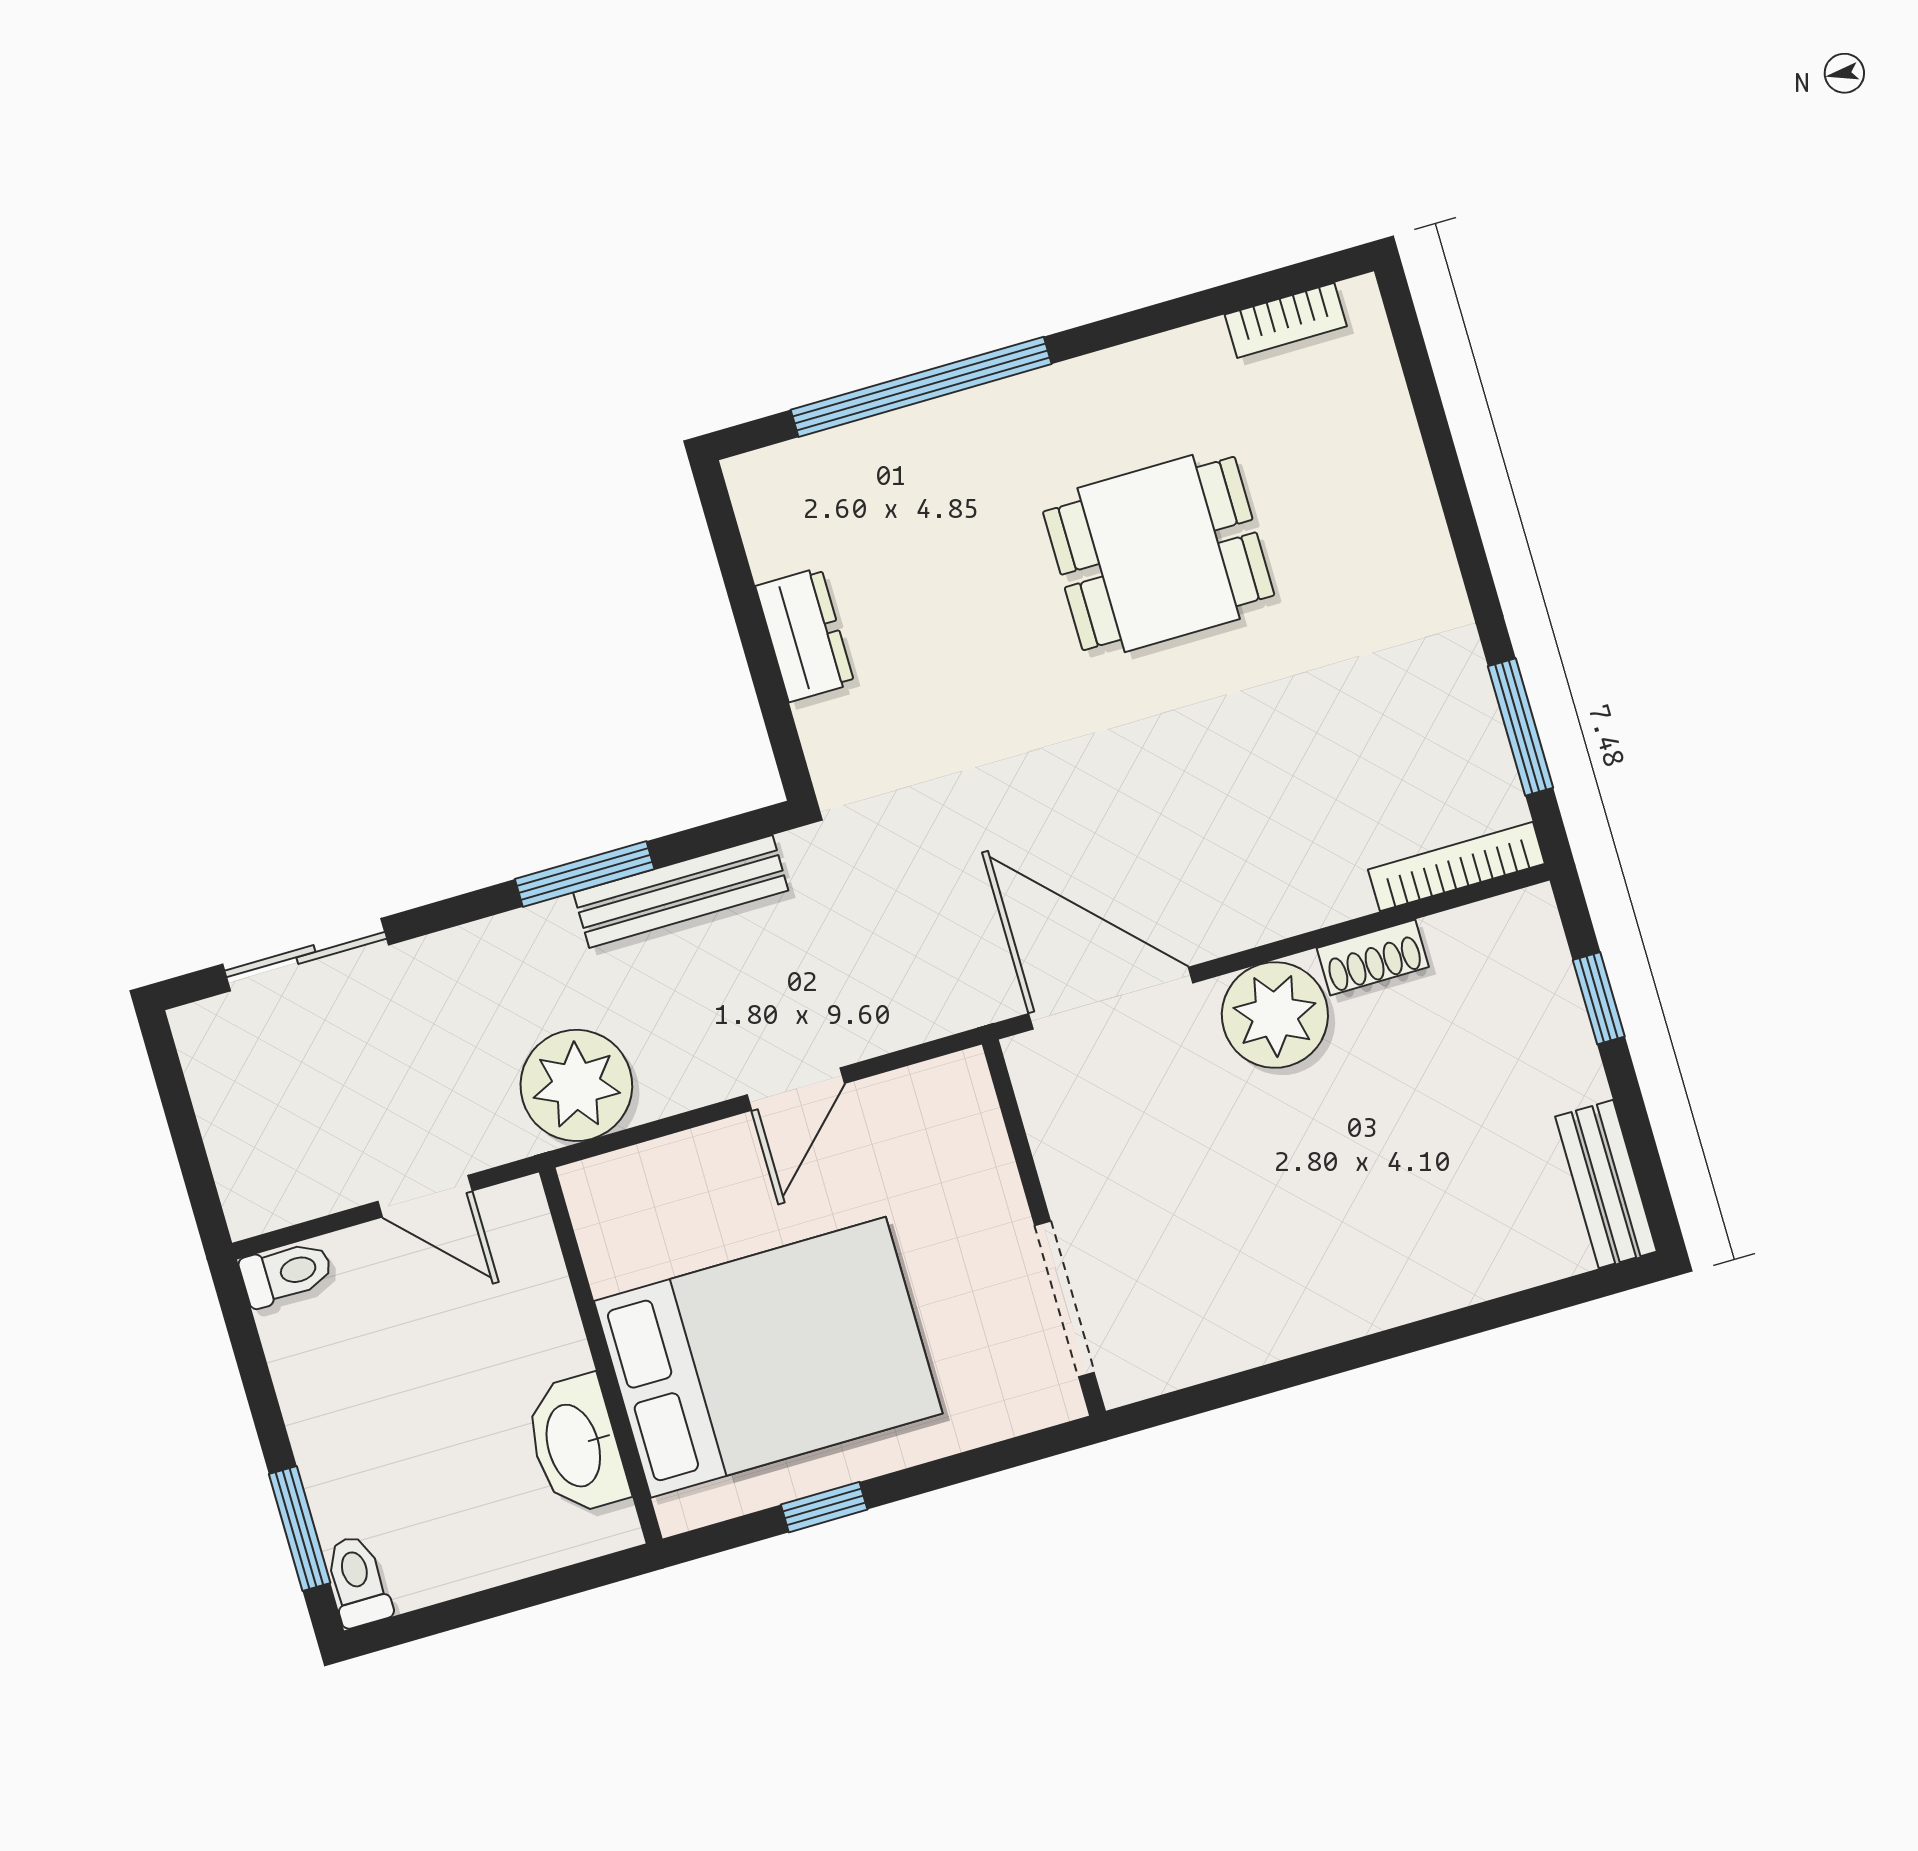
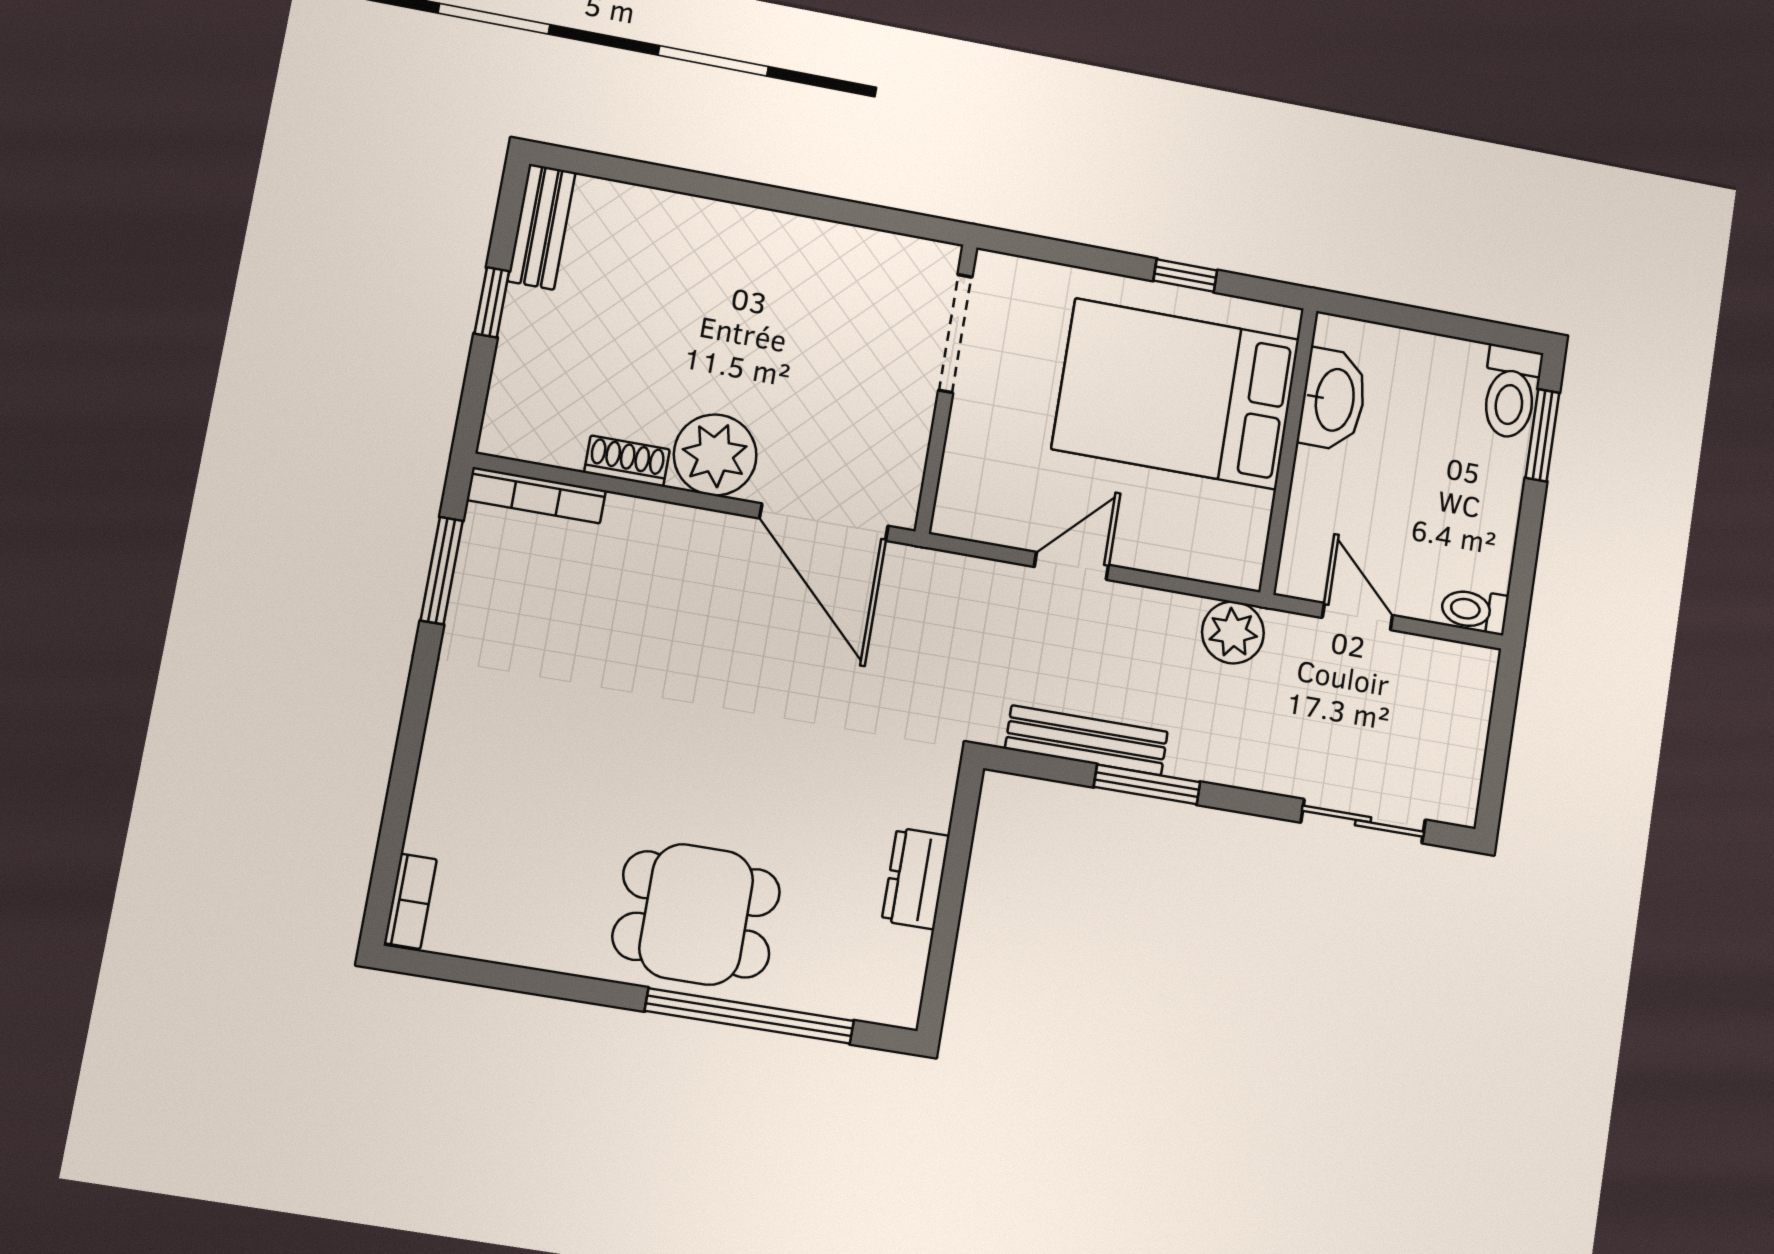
bookcase: (1286, 320) -> (410, 901), moved, turned 90
dining table: (1159, 554) -> (696, 914), moved
window: (1599, 998) -> (492, 302), moved
plant: (576, 1085) -> (1233, 632), width x0.73, depth x0.73
toilet: (358, 1581) -> (1511, 392), width x1.37, depth x1.39

